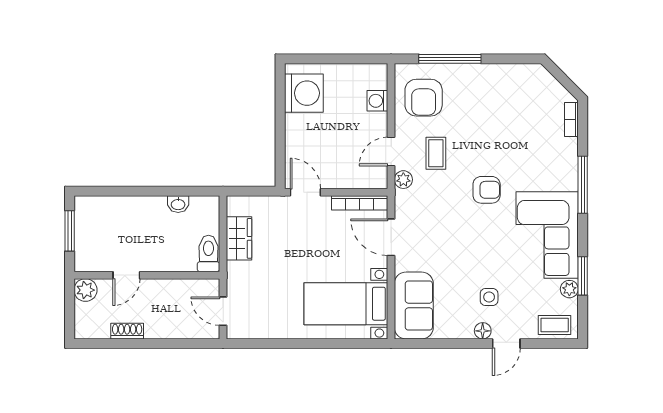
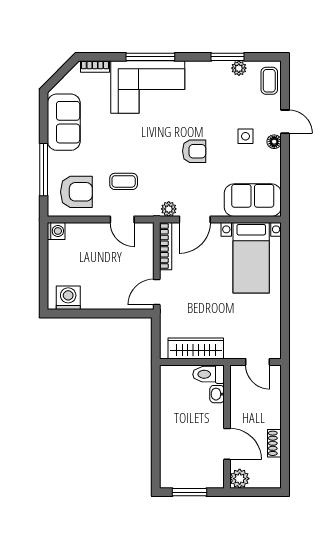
sofa: (506, 83) -> (64, 122), added
washing machine: (304, 93) -> (68, 298), width x0.73, depth x0.73
washing machine: (377, 101) -> (56, 231), moved, turned -90
plant: (403, 180) -> (169, 209), moved
armchair: (487, 190) -> (194, 151), moved, turned 90
washbasin: (178, 204) -> (217, 394), moved, turned 180
corner sofa: (547, 235) -> (148, 87), moved
wardrobe: (239, 238) -> (196, 348), width x1.50
door: (126, 275) -> (227, 444), width x1.38
door: (223, 311) -> (258, 362), hinge flipped

